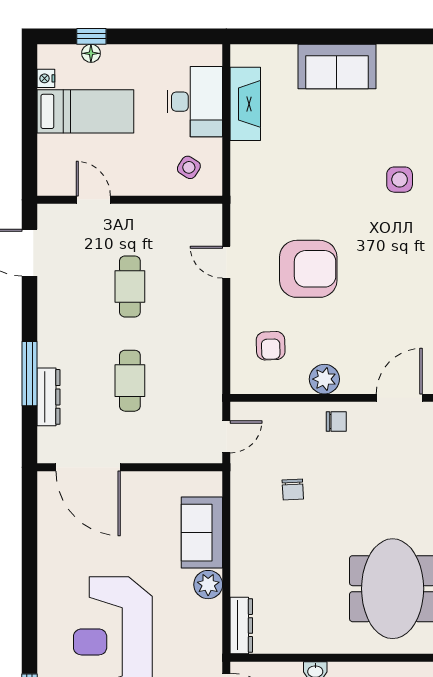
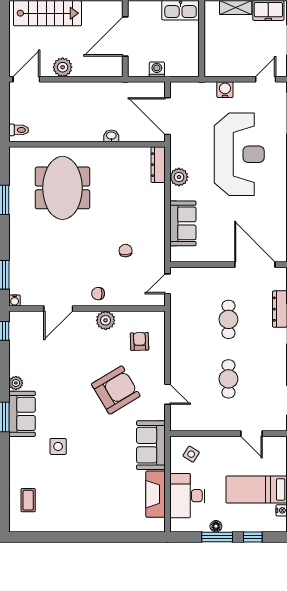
window: (148, 36) -> (217, 537), added
floor lamp: (91, 53) -> (216, 526), moved
sofa: (337, 66) -> (151, 445), moved, turned -90
armchair: (308, 269) -> (116, 390), turned 149
plant: (208, 585) -> (179, 177), moved

